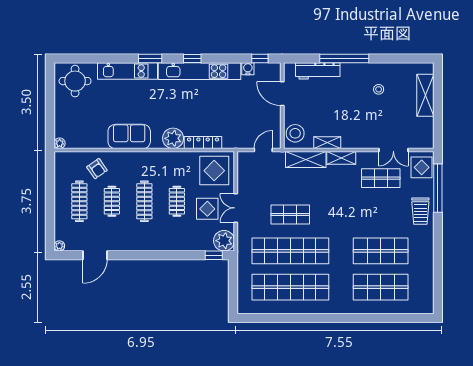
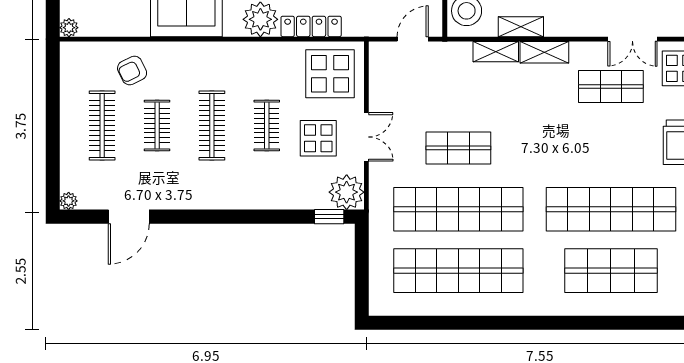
shelving: (306, 159) -> (496, 52), width x0.67, depth x0.75
armchair: (97, 169) -> (132, 70), turned 99
double door: (236, 208) -> (366, 137), swing flipped
shop shelf: (381, 251) -> (611, 209), width x1.40

